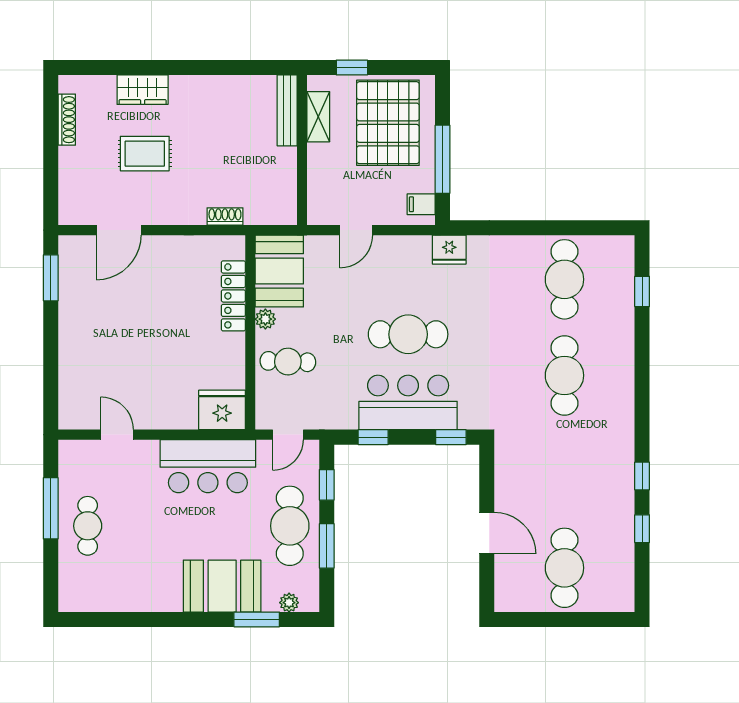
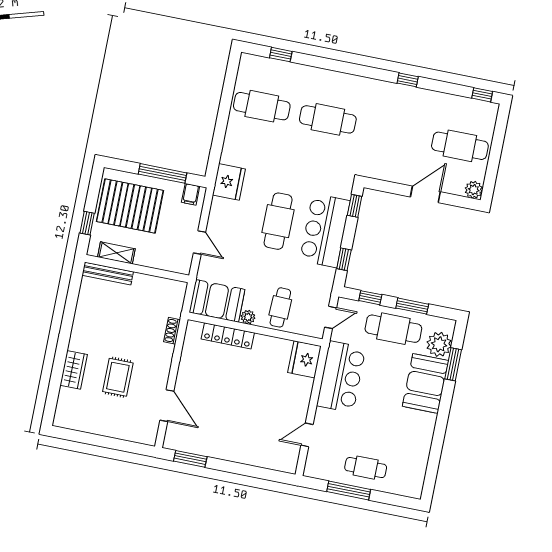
shoe rack: (67, 120) -> (84, 426), removed
fridge: (449, 250) -> (229, 182), width x1.36, depth x1.34
door: (288, 435) -> (331, 317), hinge flipped
window: (642, 529) -> (482, 95), moved
plant: (507, 599) -> (474, 190), added
plant: (289, 603) -> (439, 344), width x1.87, depth x1.87

